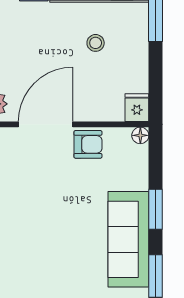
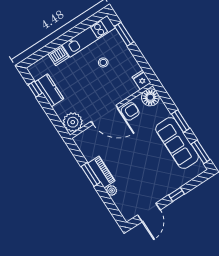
door: (46, 124) -> (105, 115), swing flipped
floor lamp: (140, 135) -> (150, 97), width x1.89, depth x1.89

